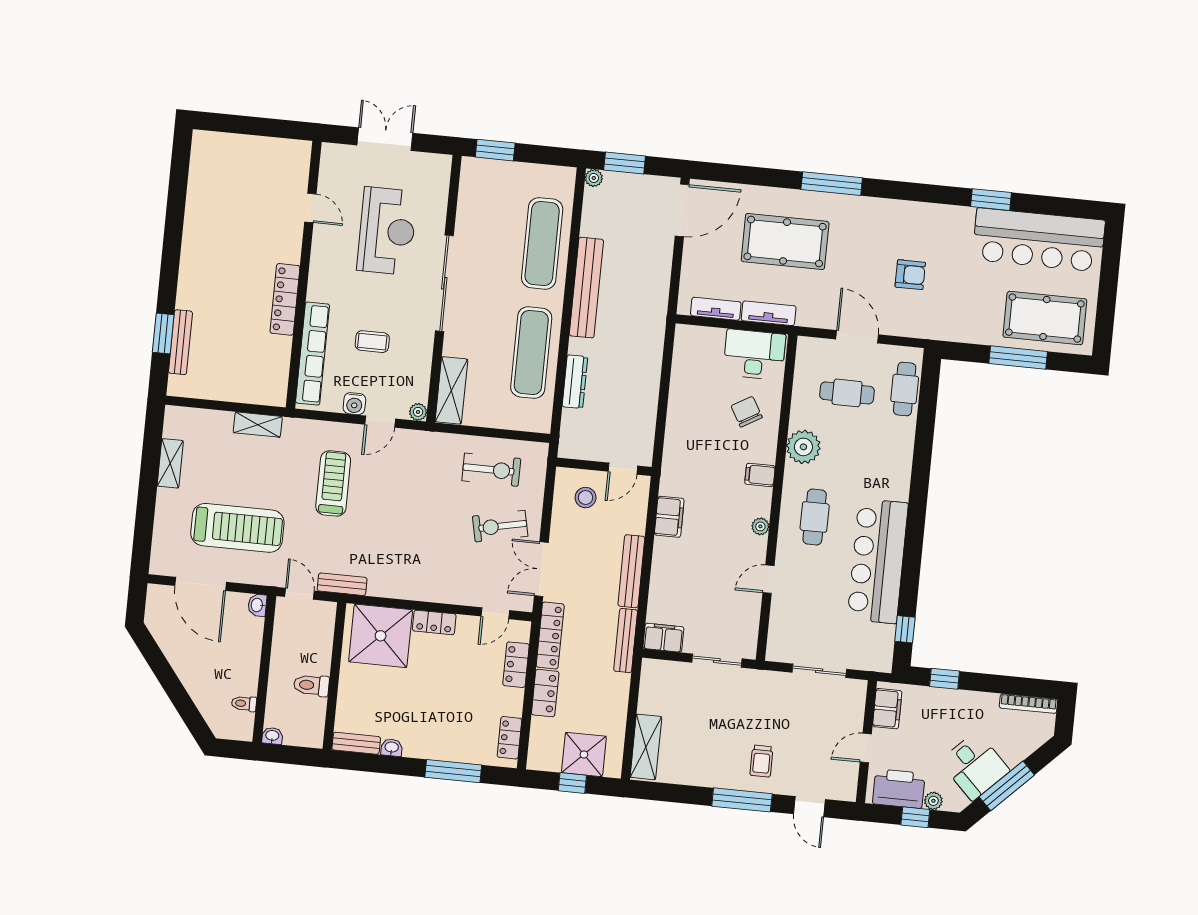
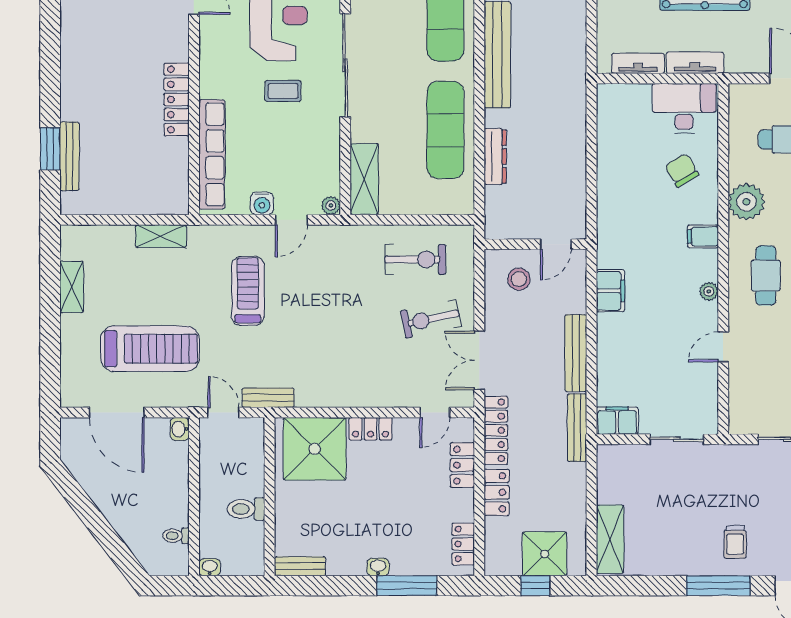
coffee table: (372, 342) -> (283, 91), moved
washbasin: (392, 748) -> (378, 567), moved

